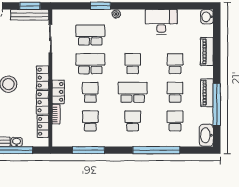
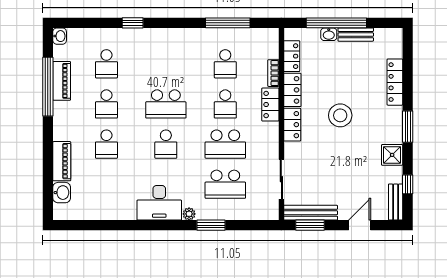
washbasin: (207, 17) -> (62, 193), moved
desk: (161, 22) -> (159, 203), moved
piano: (207, 93) -> (62, 81), moved
school desk: (133, 121) -> (166, 64), removed
washbasin: (206, 135) -> (60, 36), width x0.52, depth x0.69
window: (156, 150) -> (133, 23), width x0.32

